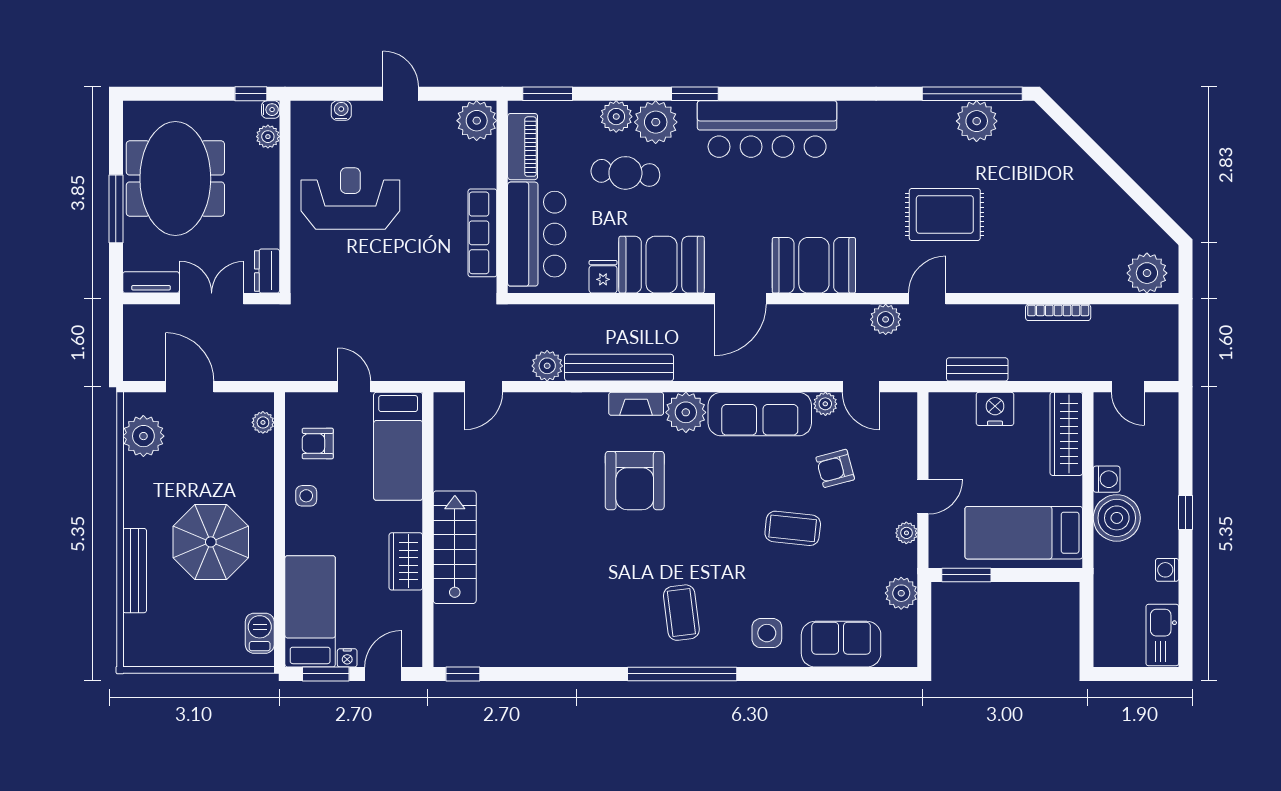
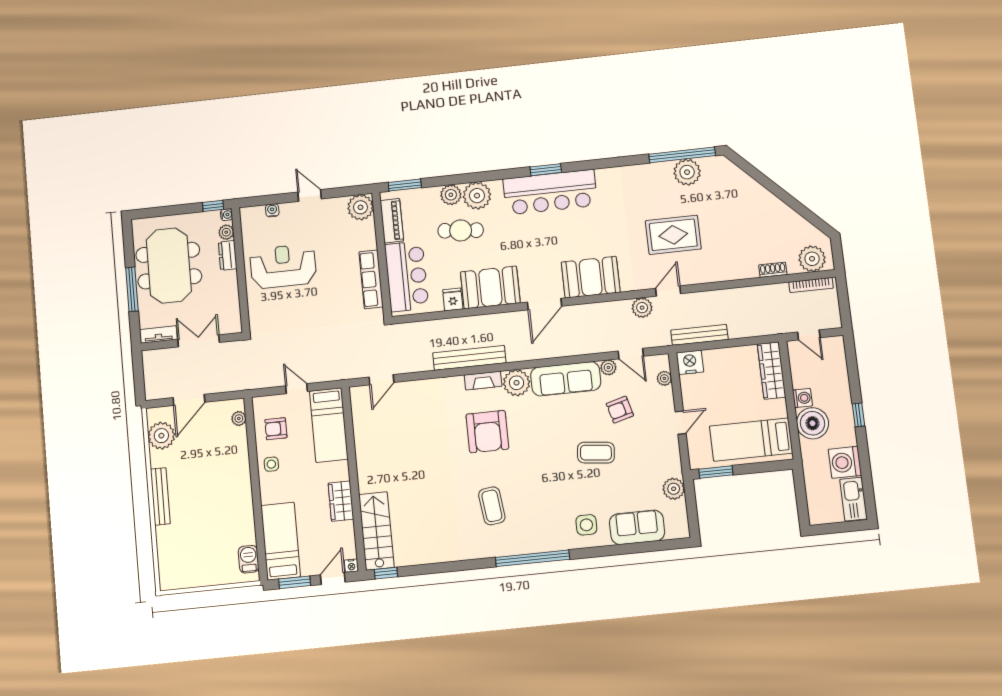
window: (695, 94) -> (546, 170), moved
dresser: (267, 271) -> (228, 255), moved
shoe rack: (1087, 283) -> (773, 270), added
bookcase: (1058, 312) -> (811, 285), moved
plant: (547, 366) -> (422, 362), removed
bench: (977, 369) -> (699, 335), width x1.36
door: (190, 387) -> (189, 400), swing flipped
nightstand: (995, 409) -> (690, 362), moved
plant: (906, 533) -> (664, 378), moved
parasol: (211, 542) -> (211, 501), removed
stairs: (455, 547) -> (376, 531), moved
washing machine: (1167, 570) -> (845, 462), width x1.89, depth x1.89
bench: (135, 571) -> (160, 496), moved
coffee table: (681, 613) -> (492, 506), moved
nightstand: (347, 658) -> (351, 566), moved

